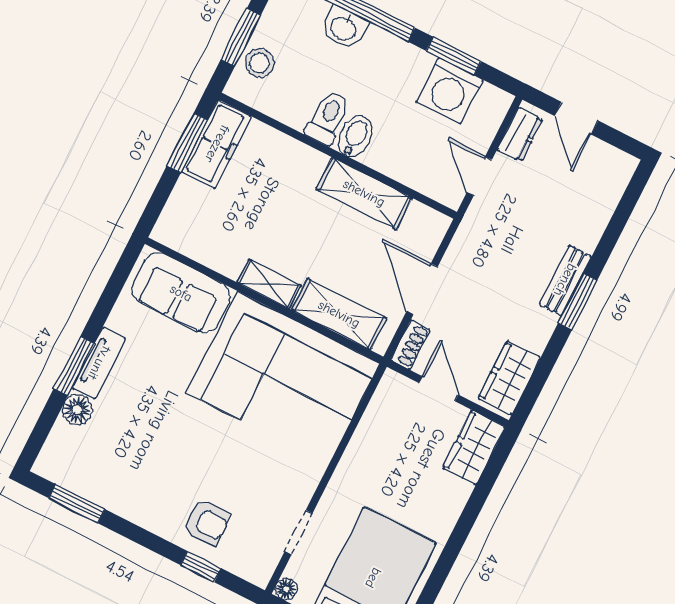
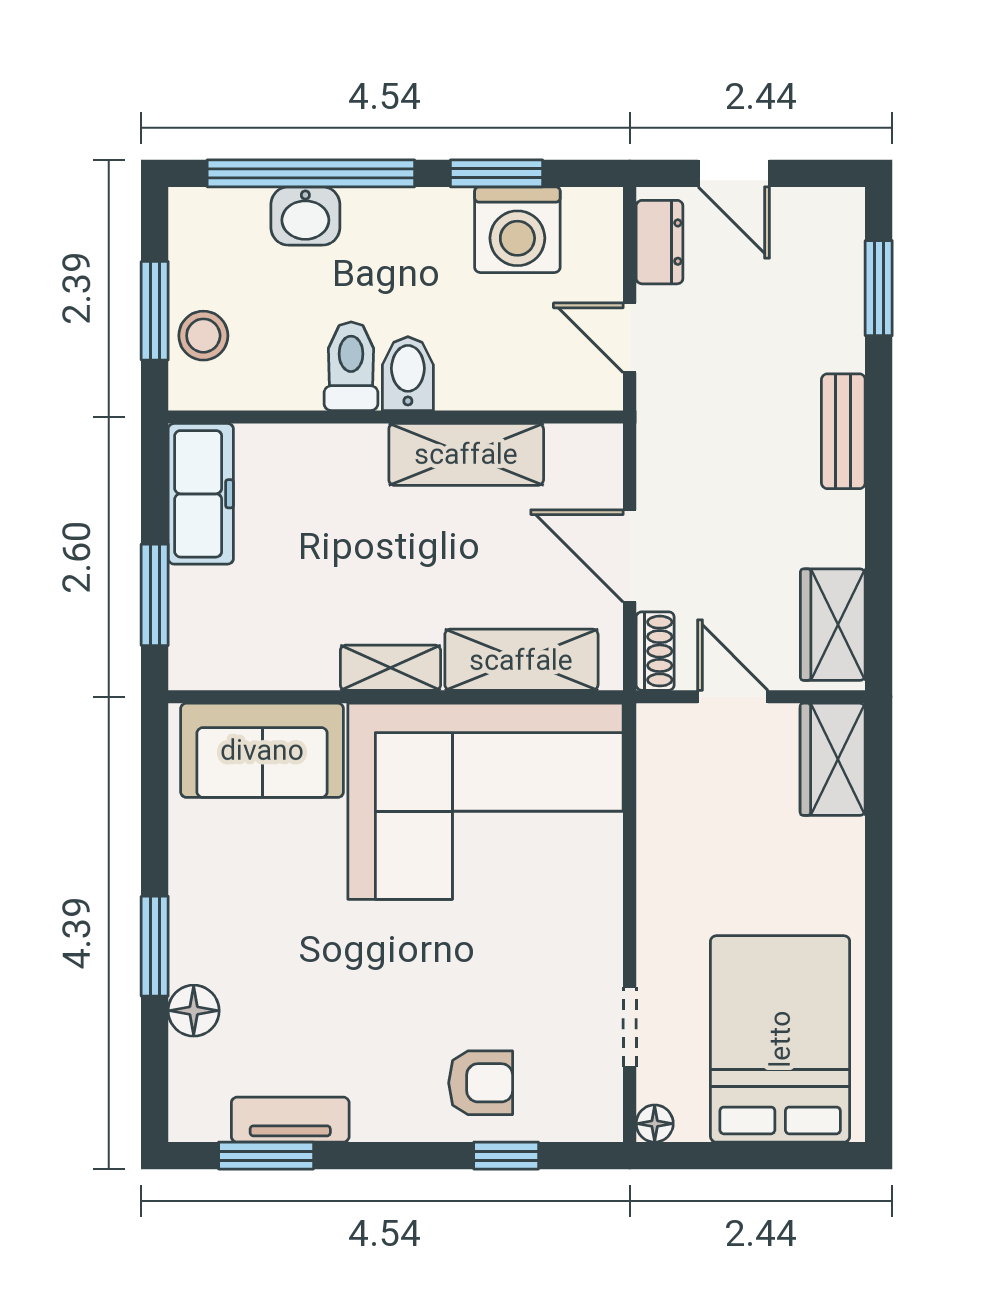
window: (187, 143) -> (155, 595), moved
window: (578, 302) -> (879, 288), moved
tv unit: (99, 363) -> (290, 1120), moved, turned -90

